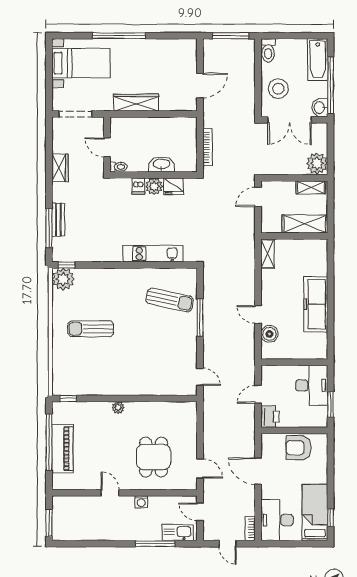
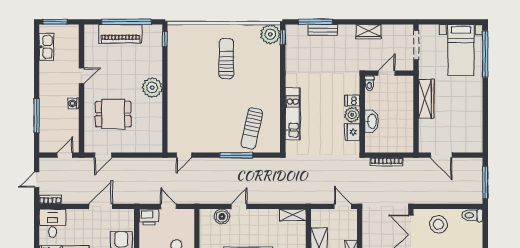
window: (119, 36) -> (485, 54), moved
plant: (118, 408) -> (152, 88), width x1.87, depth x1.87
desk: (277, 520) -> (53, 223), width x0.73
kitchen sink: (178, 533) -> (46, 47), moved

